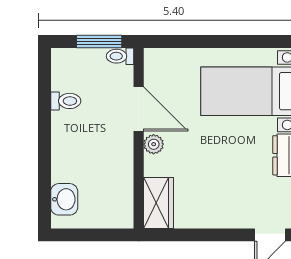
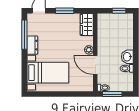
washbasin: (64, 199) -> (127, 57), moved
window: (84, 235) -> (119, 11), added
window: (210, 235) -> (65, 11), added

